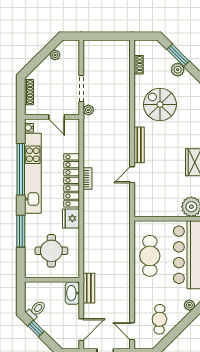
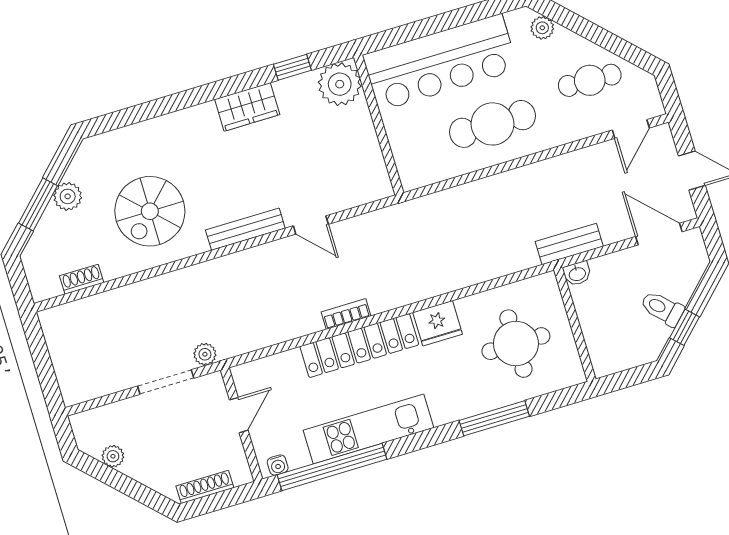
window: (21, 169) -> (332, 467), moved
kitchen unit: (33, 173) -> (369, 429), width x0.73
cafe table: (150, 256) -> (492, 124), moved
washbasin: (72, 293) -> (577, 274), width x0.52, depth x0.69
toilet: (36, 310) -> (662, 308), moved

